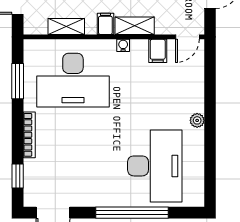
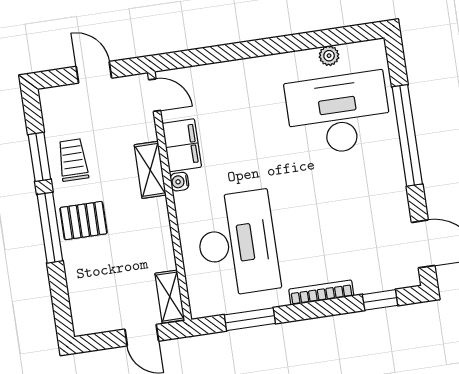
filing cabinet: (105, 24) -> (153, 210), removed
shelving: (66, 26) -> (170, 297), moved
filing cabinet: (158, 51) -> (182, 145), width x2.00
plant: (197, 120) -> (329, 56), moved

